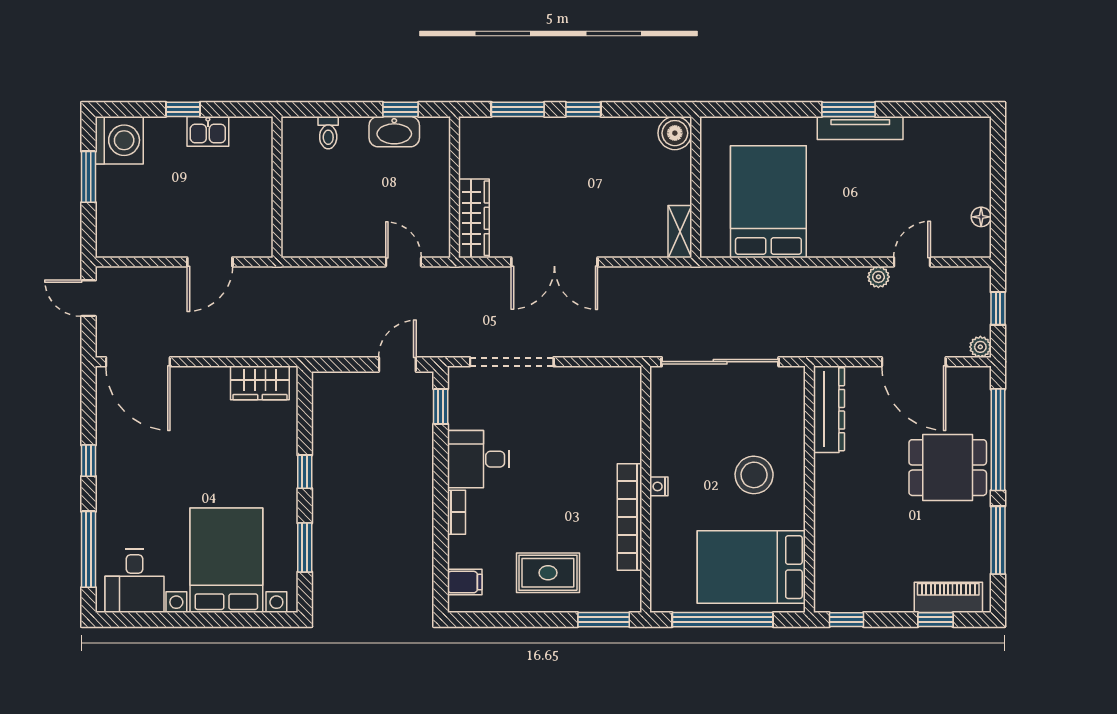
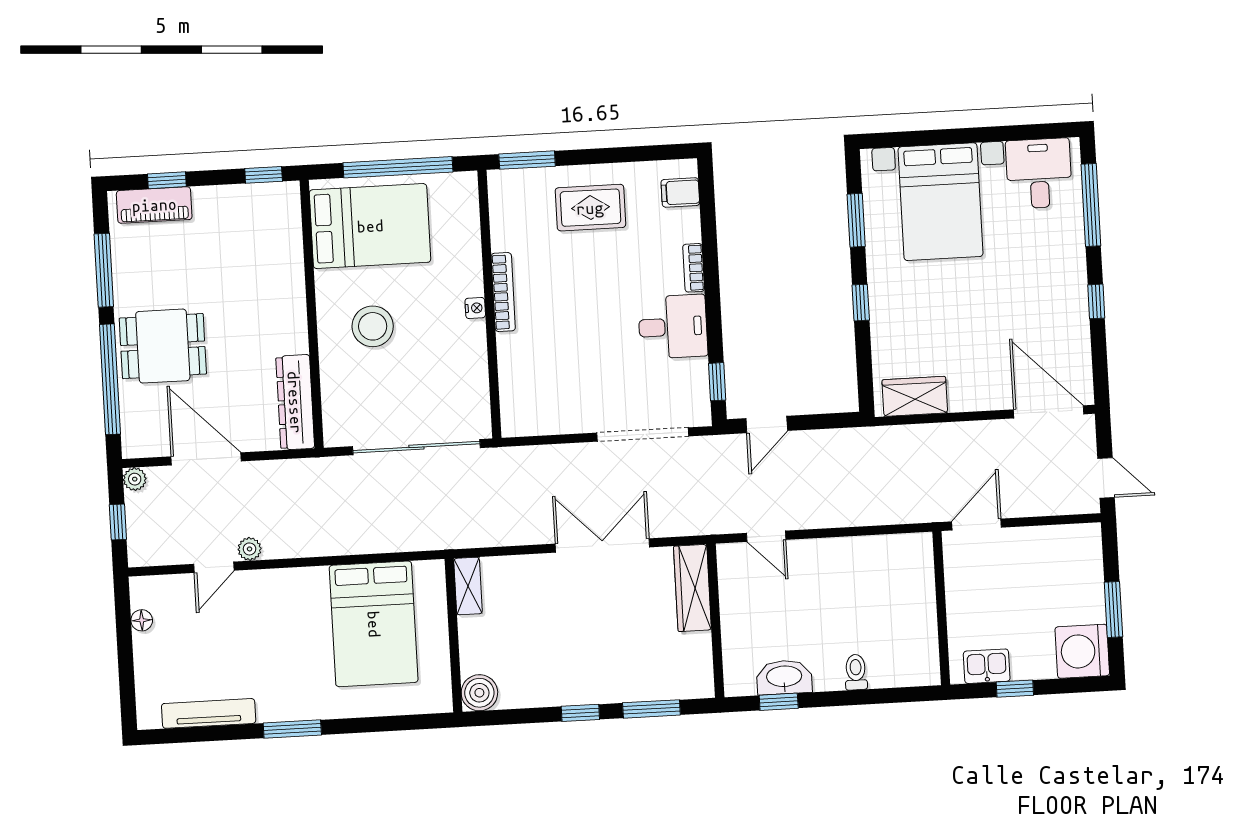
tv unit: (860, 128) -> (209, 713), moved
wall: (277, 187) -> (941, 608), moved
bookcase: (630, 517) -> (503, 292), width x0.68, depth x0.76

